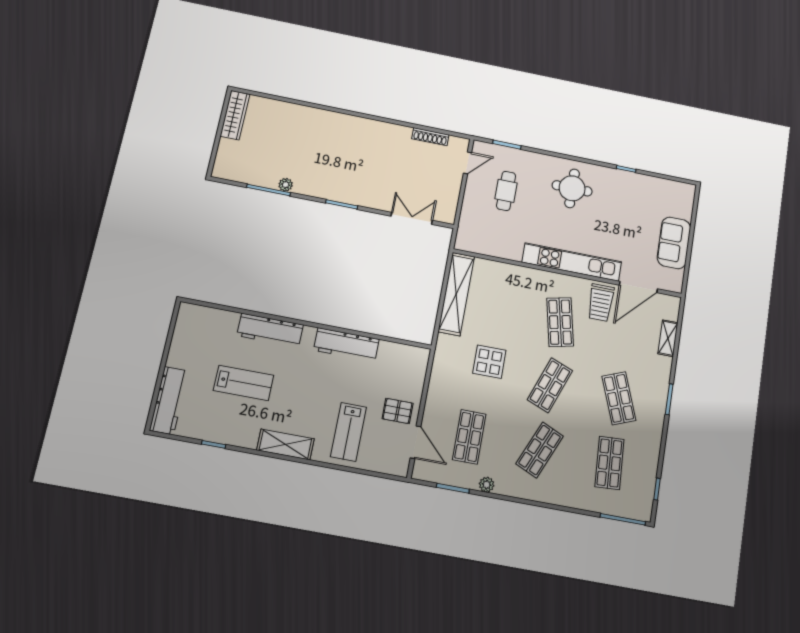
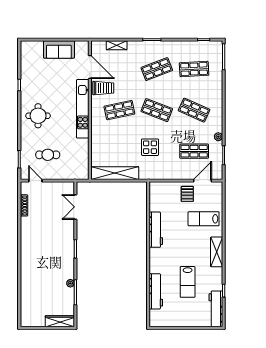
wardrobe: (235, 115) -> (60, 321), moved
workbench: (270, 330) -> (156, 291), moved
lab bench: (244, 383) -> (188, 282), turned 180
workbench: (169, 401) -> (216, 309), moved, turned -90
lab bench: (349, 432) -> (204, 219), turned 180

